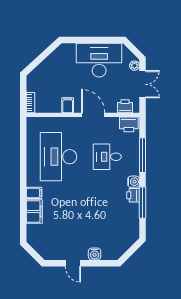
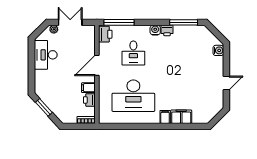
window: (45, 54) -> (44, 107), added
desk: (99, 60) -> (46, 55), width x0.73, depth x0.77
printer: (125, 106) -> (89, 100), moved
window: (142, 155) -> (119, 22), moved
window: (142, 203) -> (184, 22), moved
water cooler: (95, 254) -> (218, 50), moved

